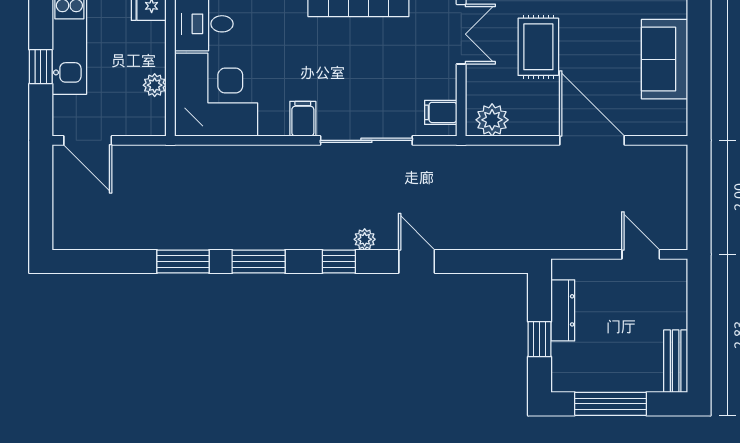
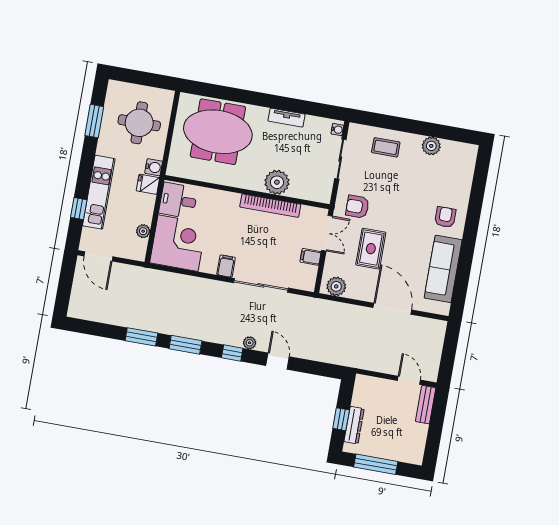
sofa: (665, 59) -> (443, 269), width x1.36
filing cabinet: (441, 112) -> (311, 257), moved
dresser: (563, 310) -> (354, 425), moved
bench: (676, 361) -> (426, 405), moved

